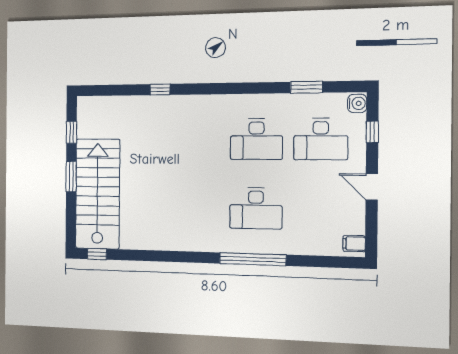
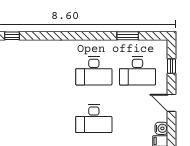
window: (160, 90) -> (12, 36), moved
water cooler: (357, 103) -> (161, 128), moved

